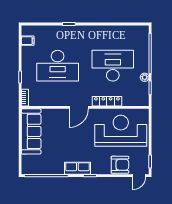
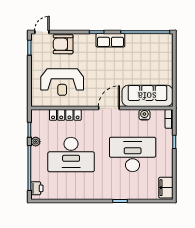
printer: (143, 35) -> (37, 188), added
filing cabinet: (28, 41) -> (166, 188), width x2.00
water cooler: (47, 101) -> (144, 115), added
locker: (107, 101) -> (65, 115), moved
sofa: (31, 131) -> (147, 96), moved, turned 90
reception desk: (121, 131) -> (62, 82), width x0.74, depth x0.77

